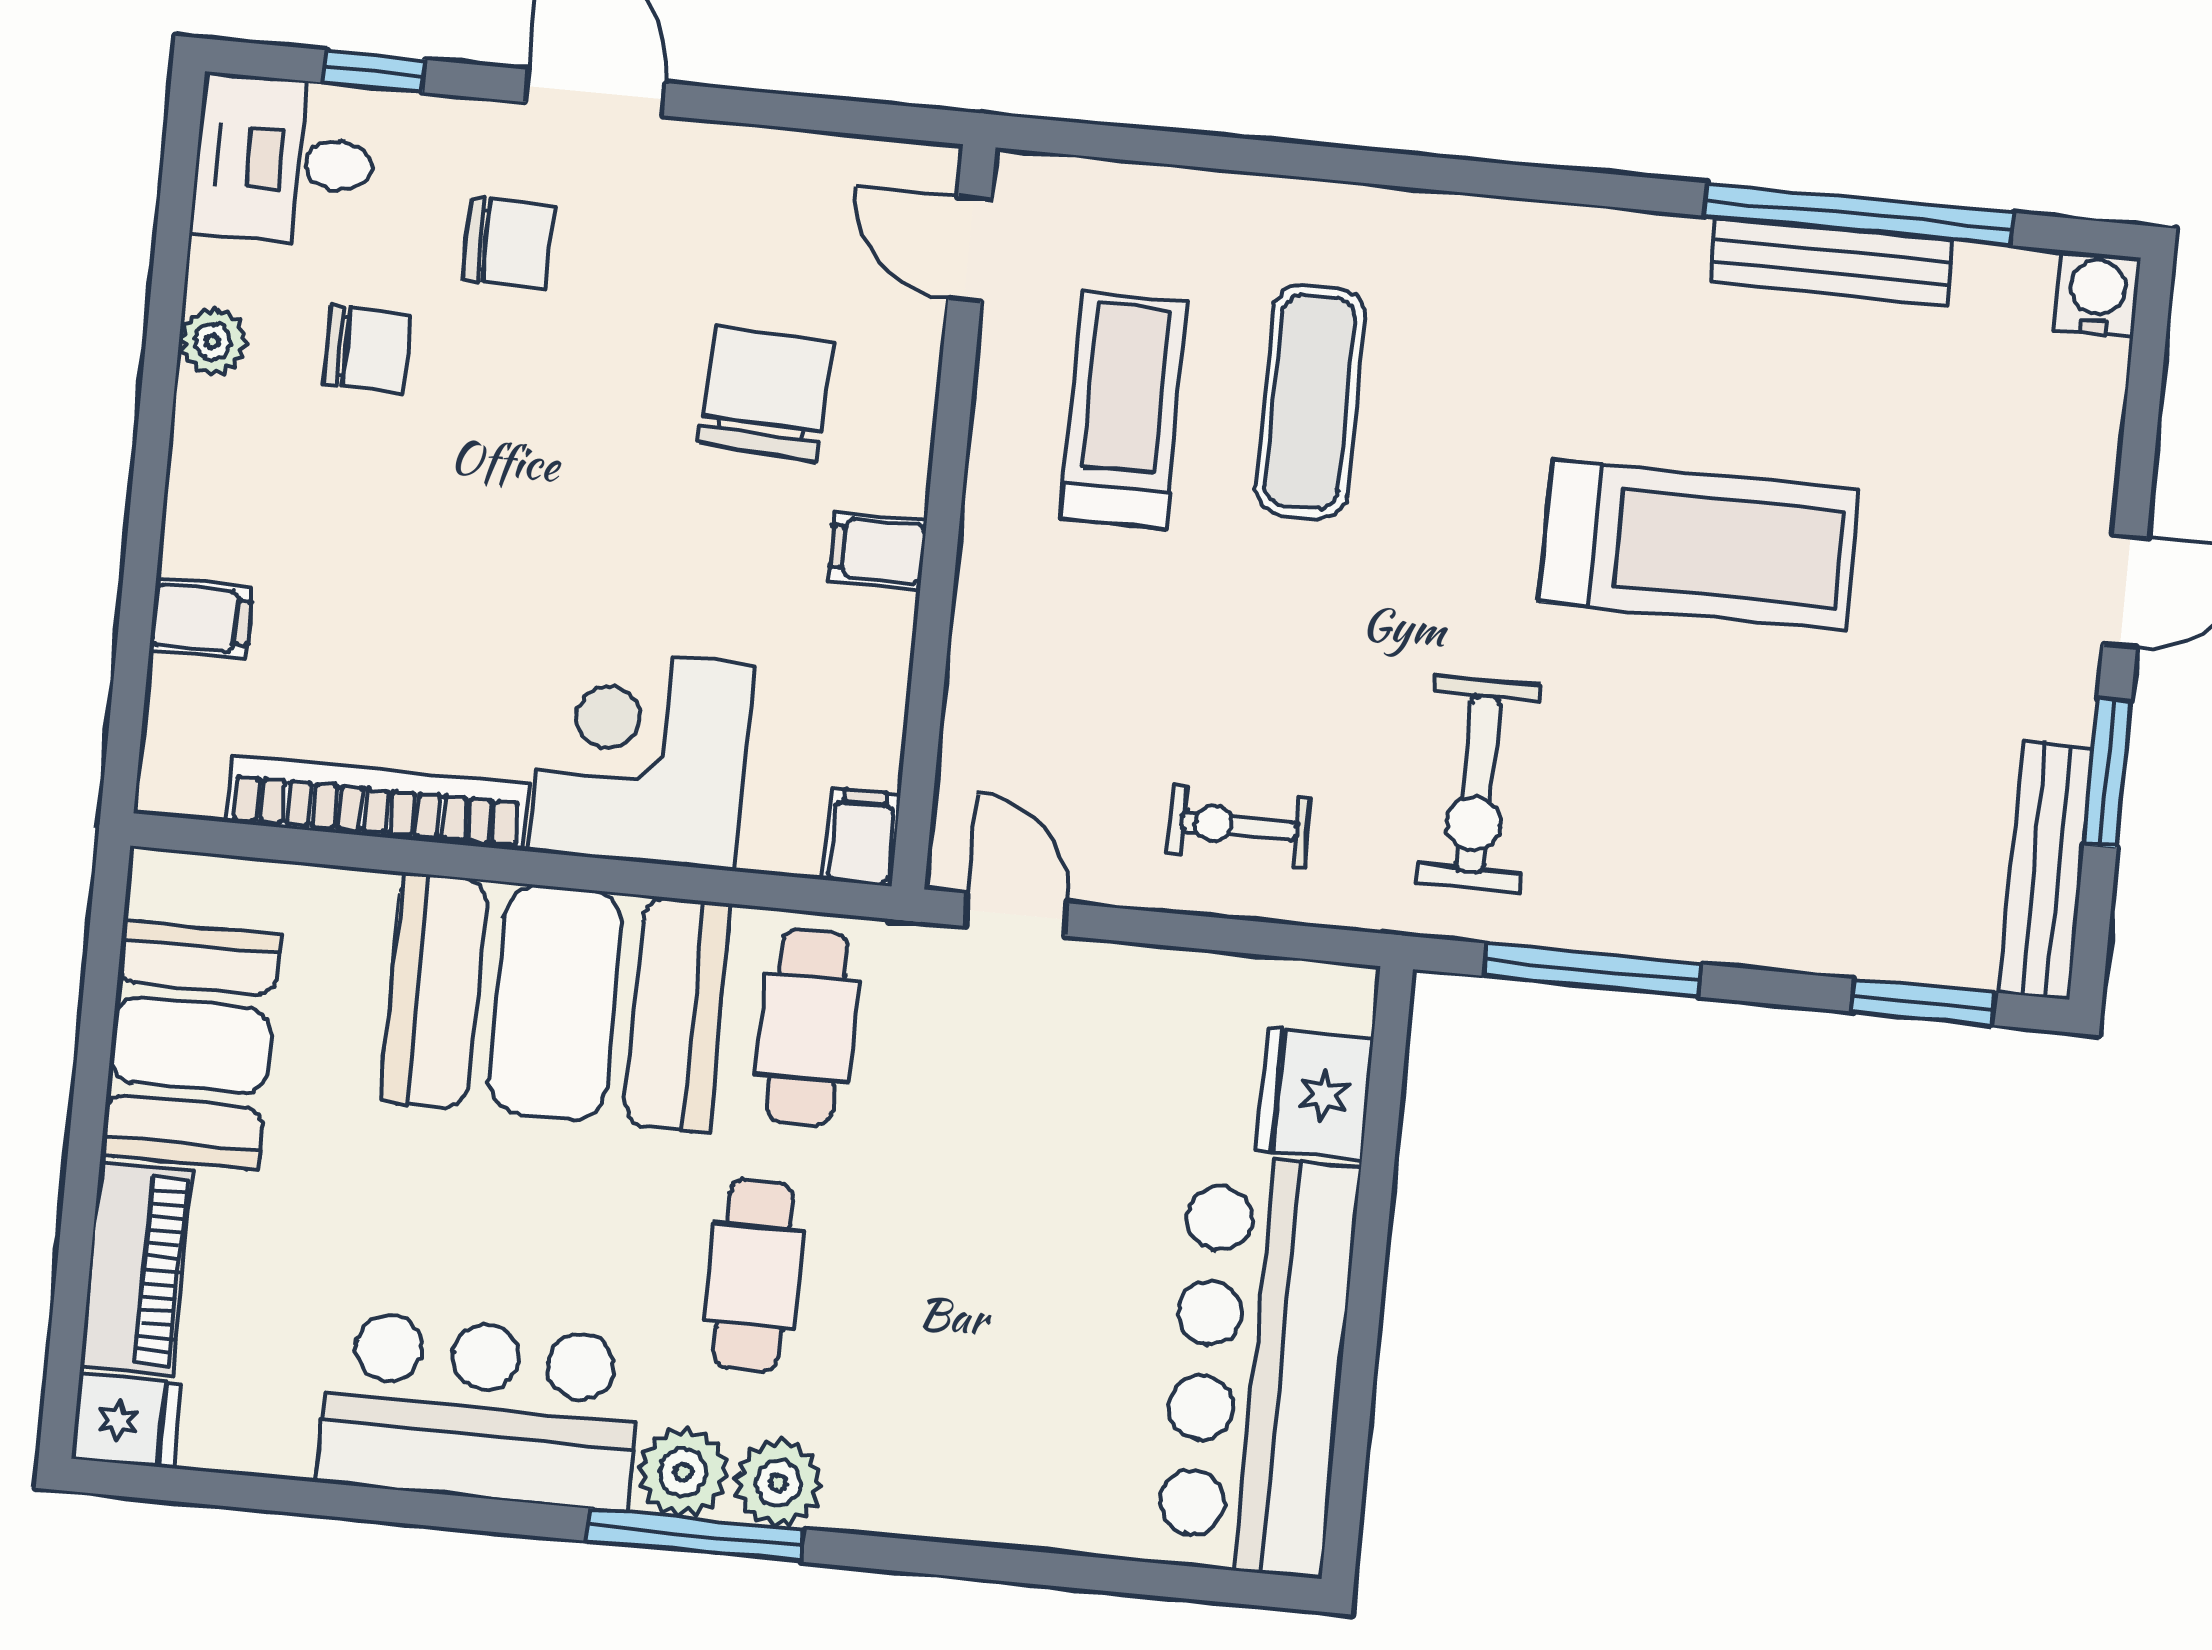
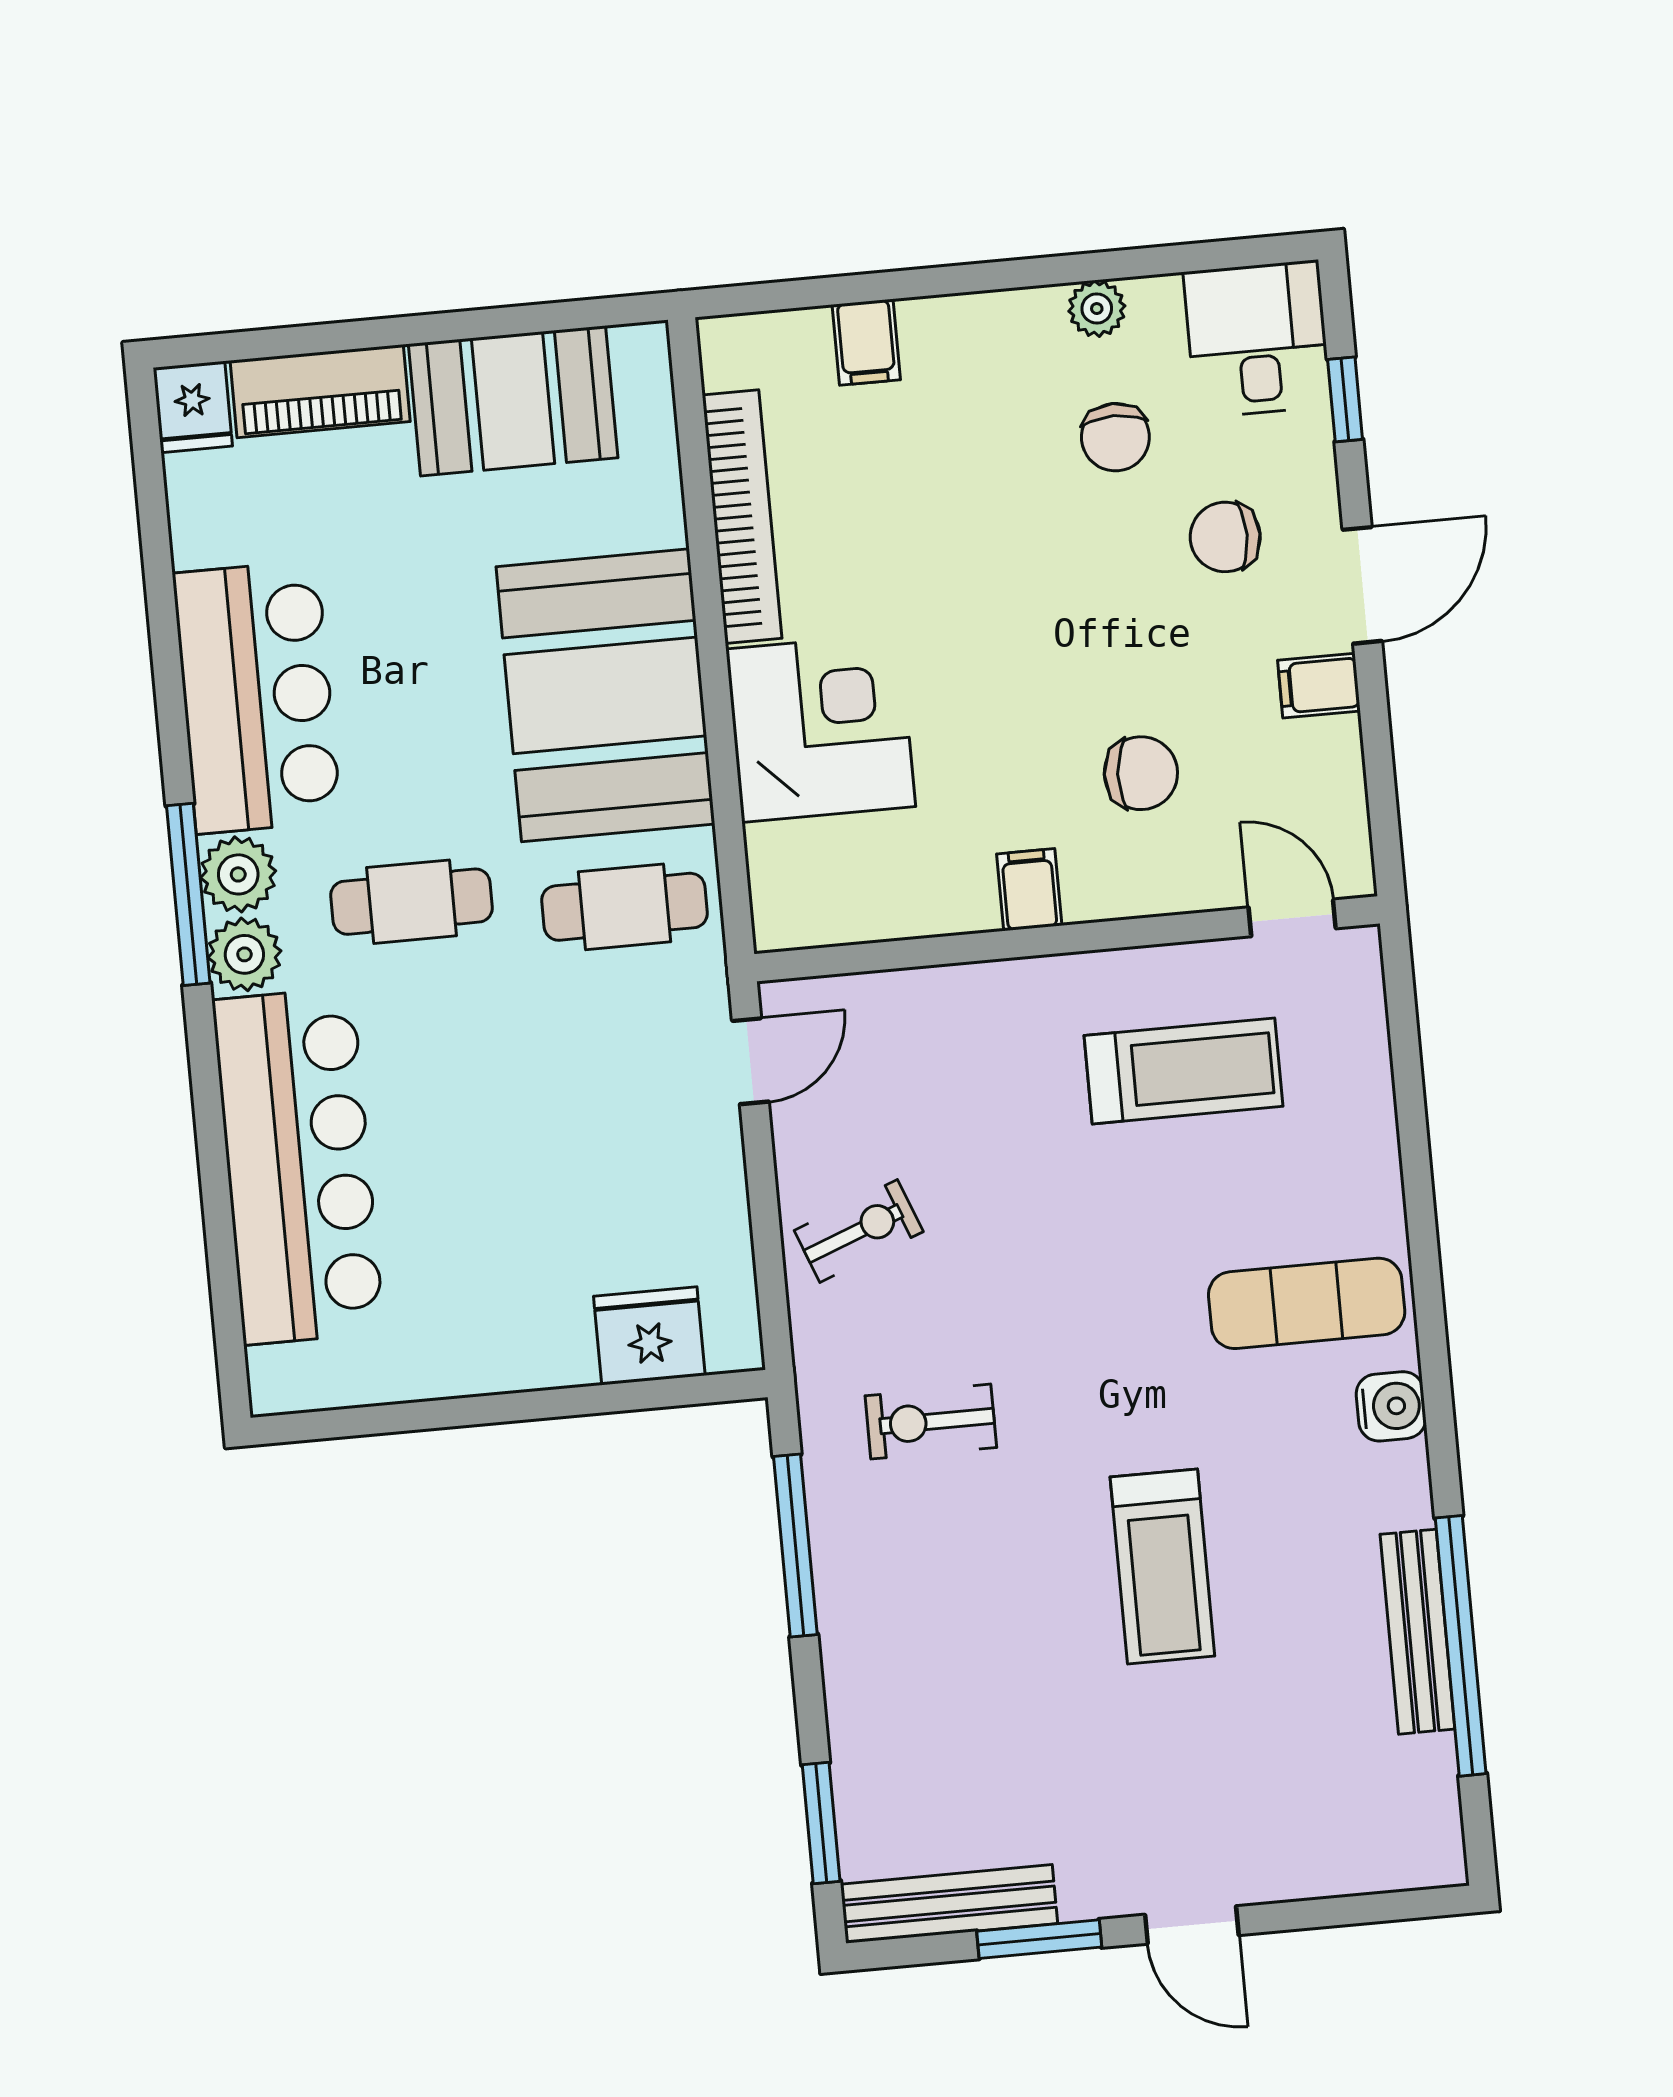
chair: (509, 242) -> (1225, 537), turned 90
door: (969, 249) -> (1292, 918), hinge flipped
water cooler: (2097, 294) -> (1391, 1406), moved
chair: (766, 394) -> (1141, 773), width x0.73, depth x0.73
exercise mat: (1310, 402) -> (1307, 1303), moved
treadmill: (1699, 545) -> (1162, 1566), width x0.73, depth x0.73
exercise bike: (1478, 784) -> (931, 1422), width x0.73, depth x0.72
exercise bike: (1239, 826) -> (859, 1231), turned 69
filing cabinet: (862, 837) -> (1319, 686), moved, turned 180
bar counter: (1258, 1365) -> (298, 1166), moved, turned 90

